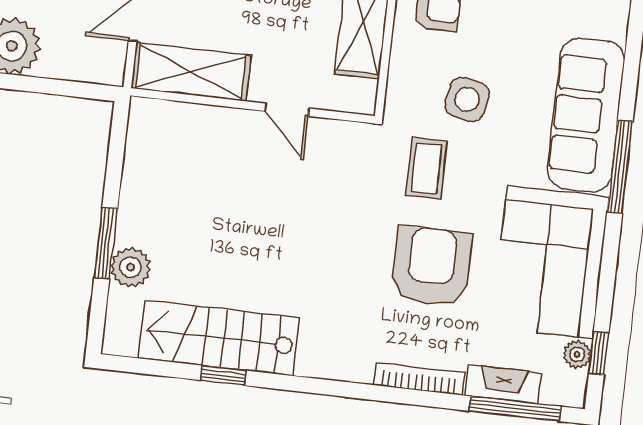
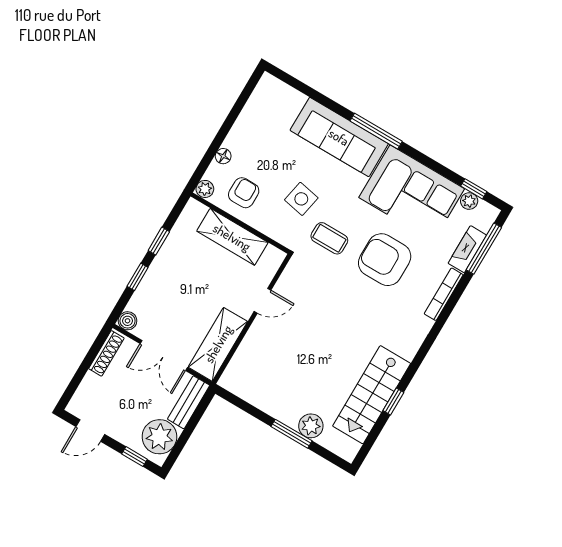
bench: (84, 67) -> (189, 402), added

